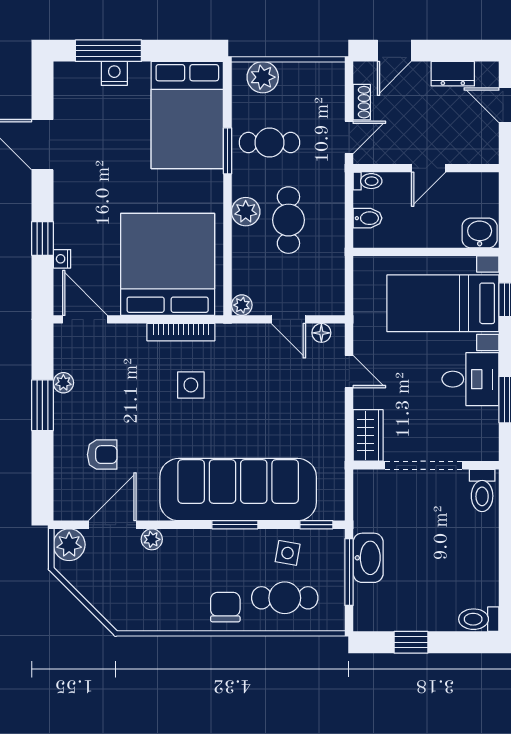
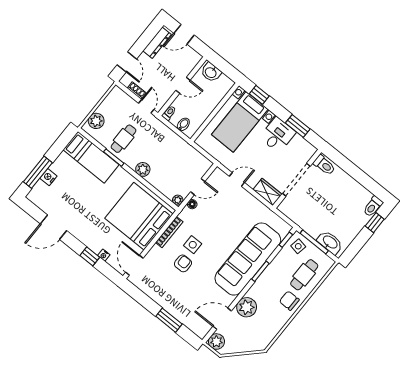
dresser: (453, 74) -> (157, 43), width x1.44
bed: (187, 115) -> (91, 157), width x0.67
door: (428, 168) -> (183, 85), hinge flipped
cafe table: (288, 220) -> (159, 156), removed
washbasin: (480, 233) -> (211, 72), moved, turned -90
door: (85, 319) -> (134, 265), hinge flipped
floor lamp: (321, 333) -> (192, 204), moved
plant: (63, 383) -> (152, 293), removed
window: (42, 405) -> (169, 320), moved
armchair: (102, 455) -> (183, 263), moved
door: (112, 525) -> (222, 319), hinge flipped
plant: (152, 539) -> (247, 307), width x1.88, depth x1.88
side table: (288, 553) -> (298, 246), moved
washbasin: (368, 558) -> (330, 242), moved
window: (411, 642) -> (375, 223), moved

